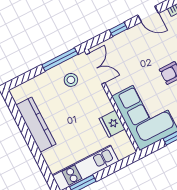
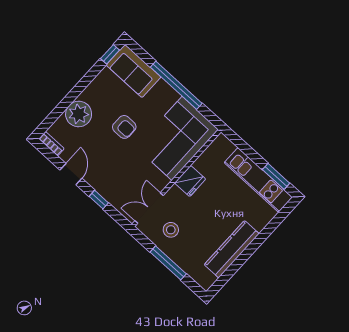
window: (60, 60) -> (168, 263), moved
fridge: (112, 124) -> (190, 181), moved

